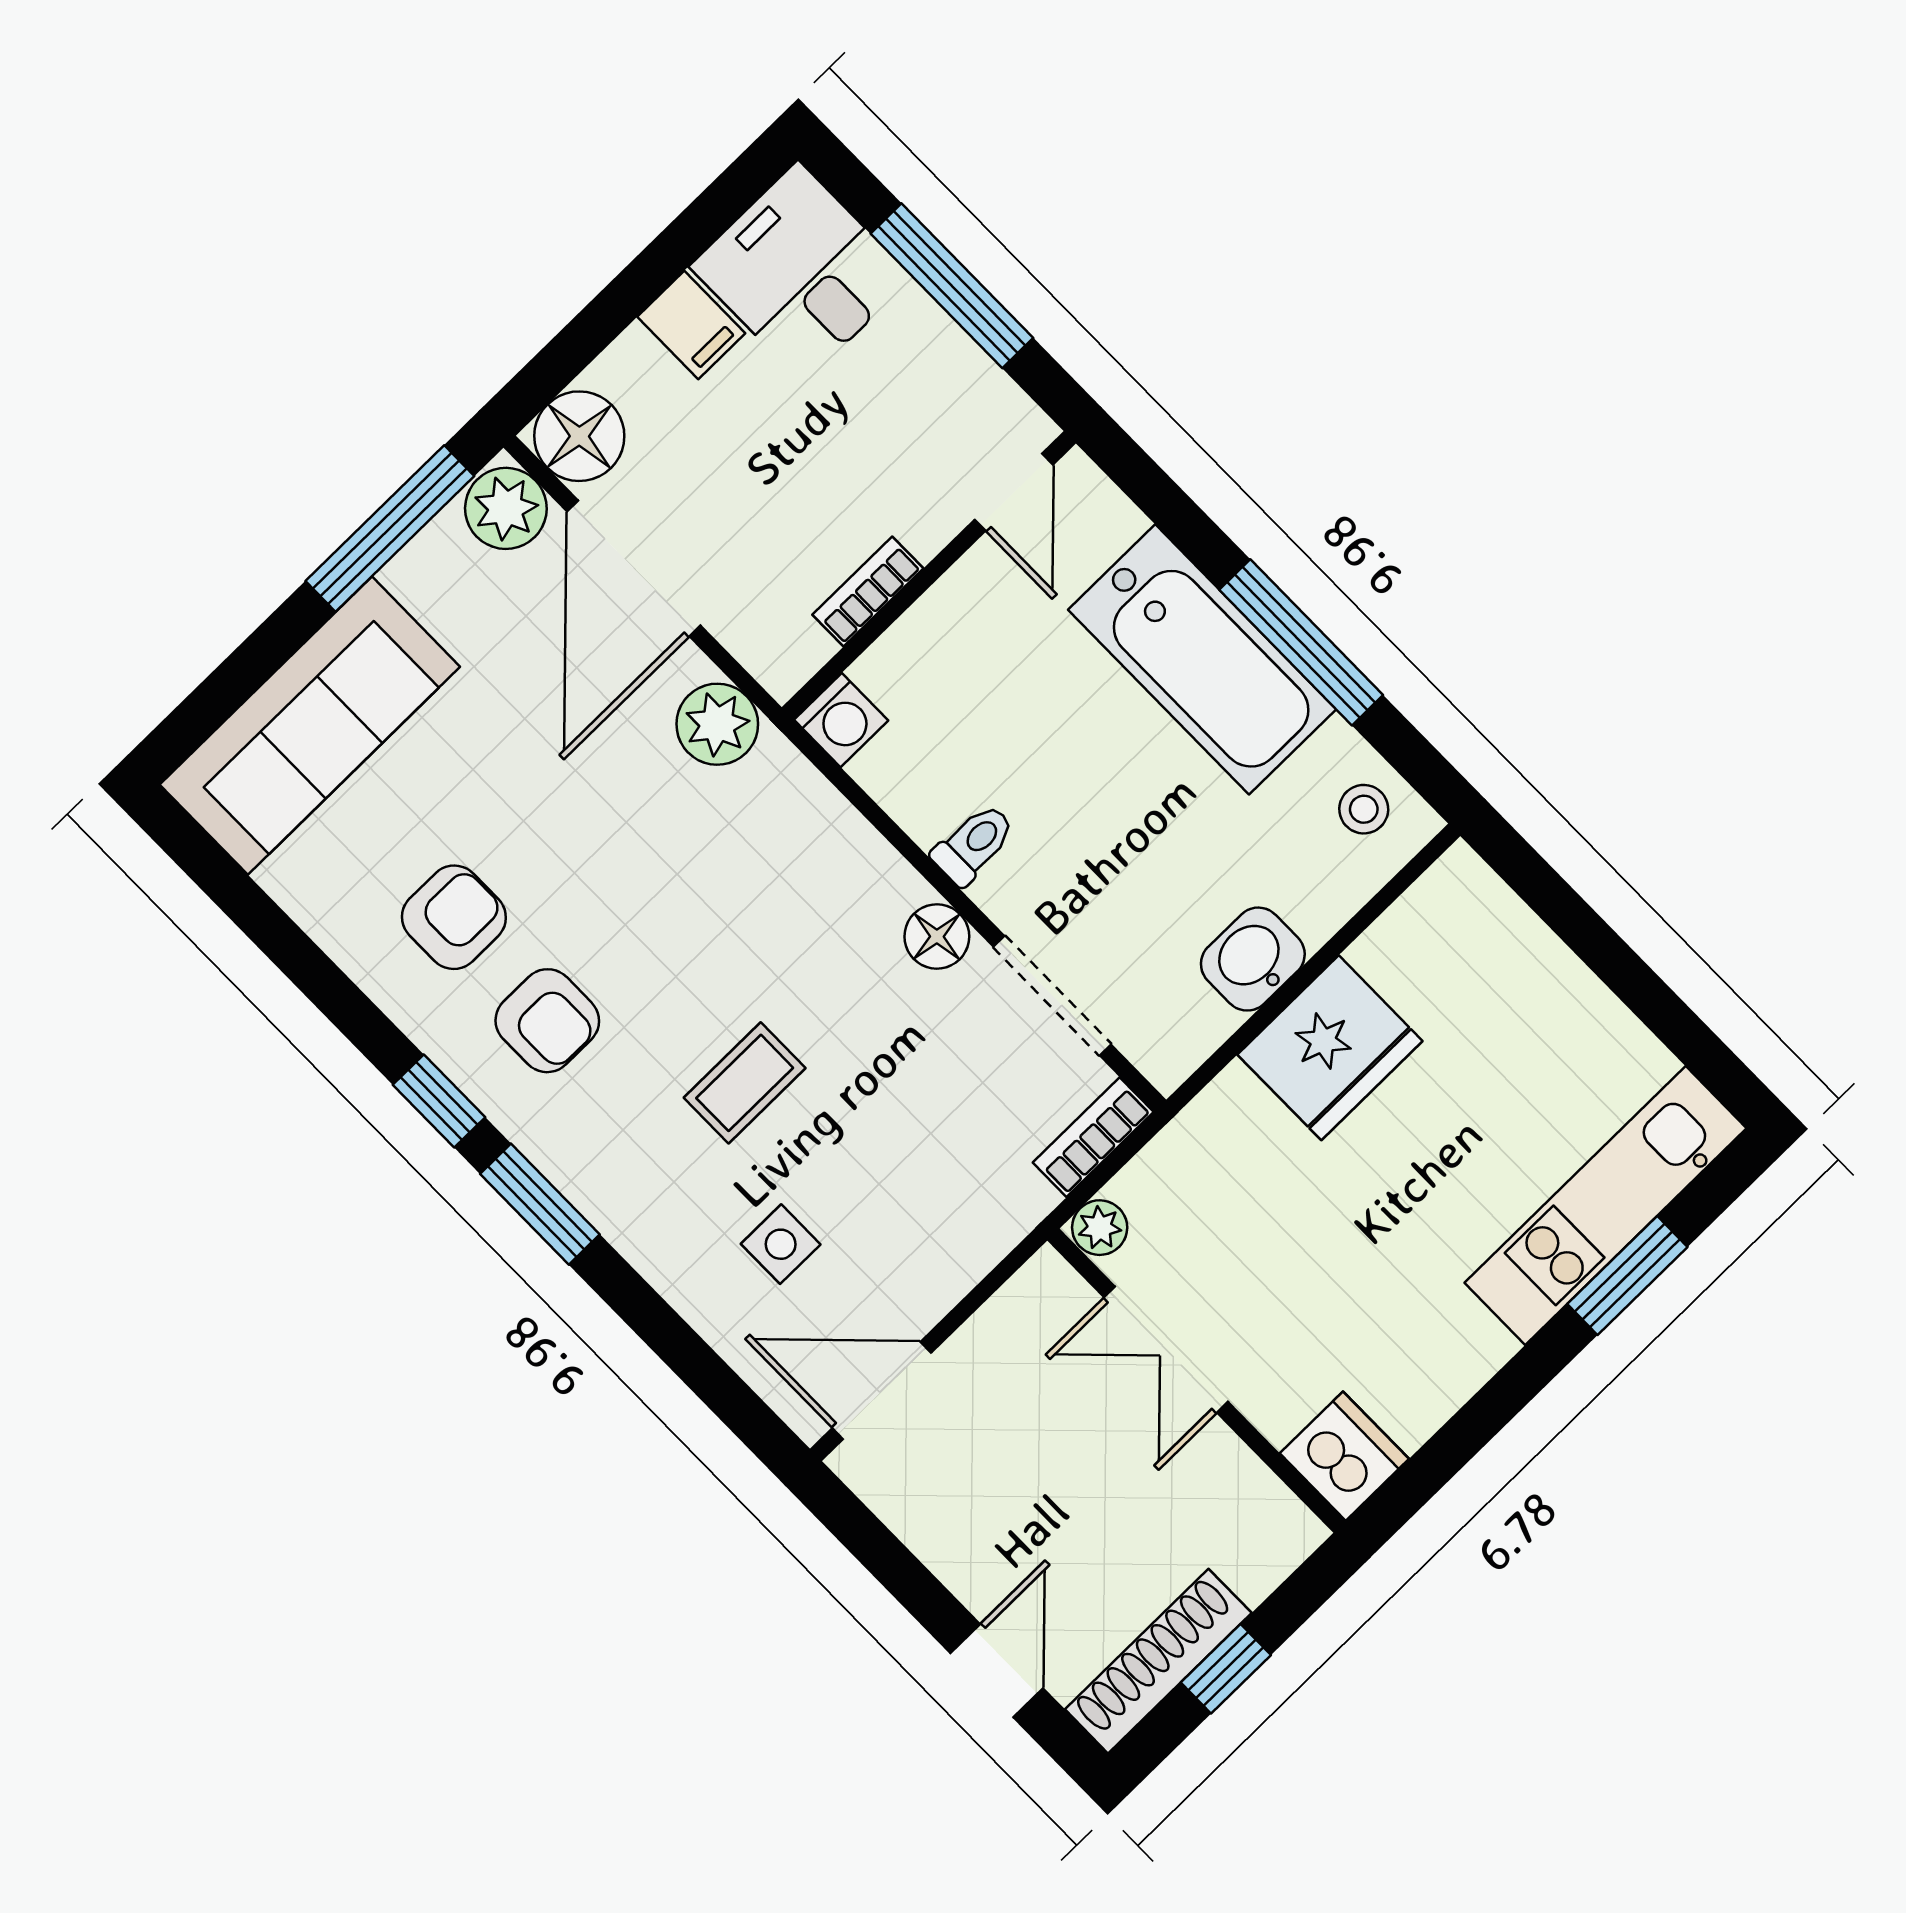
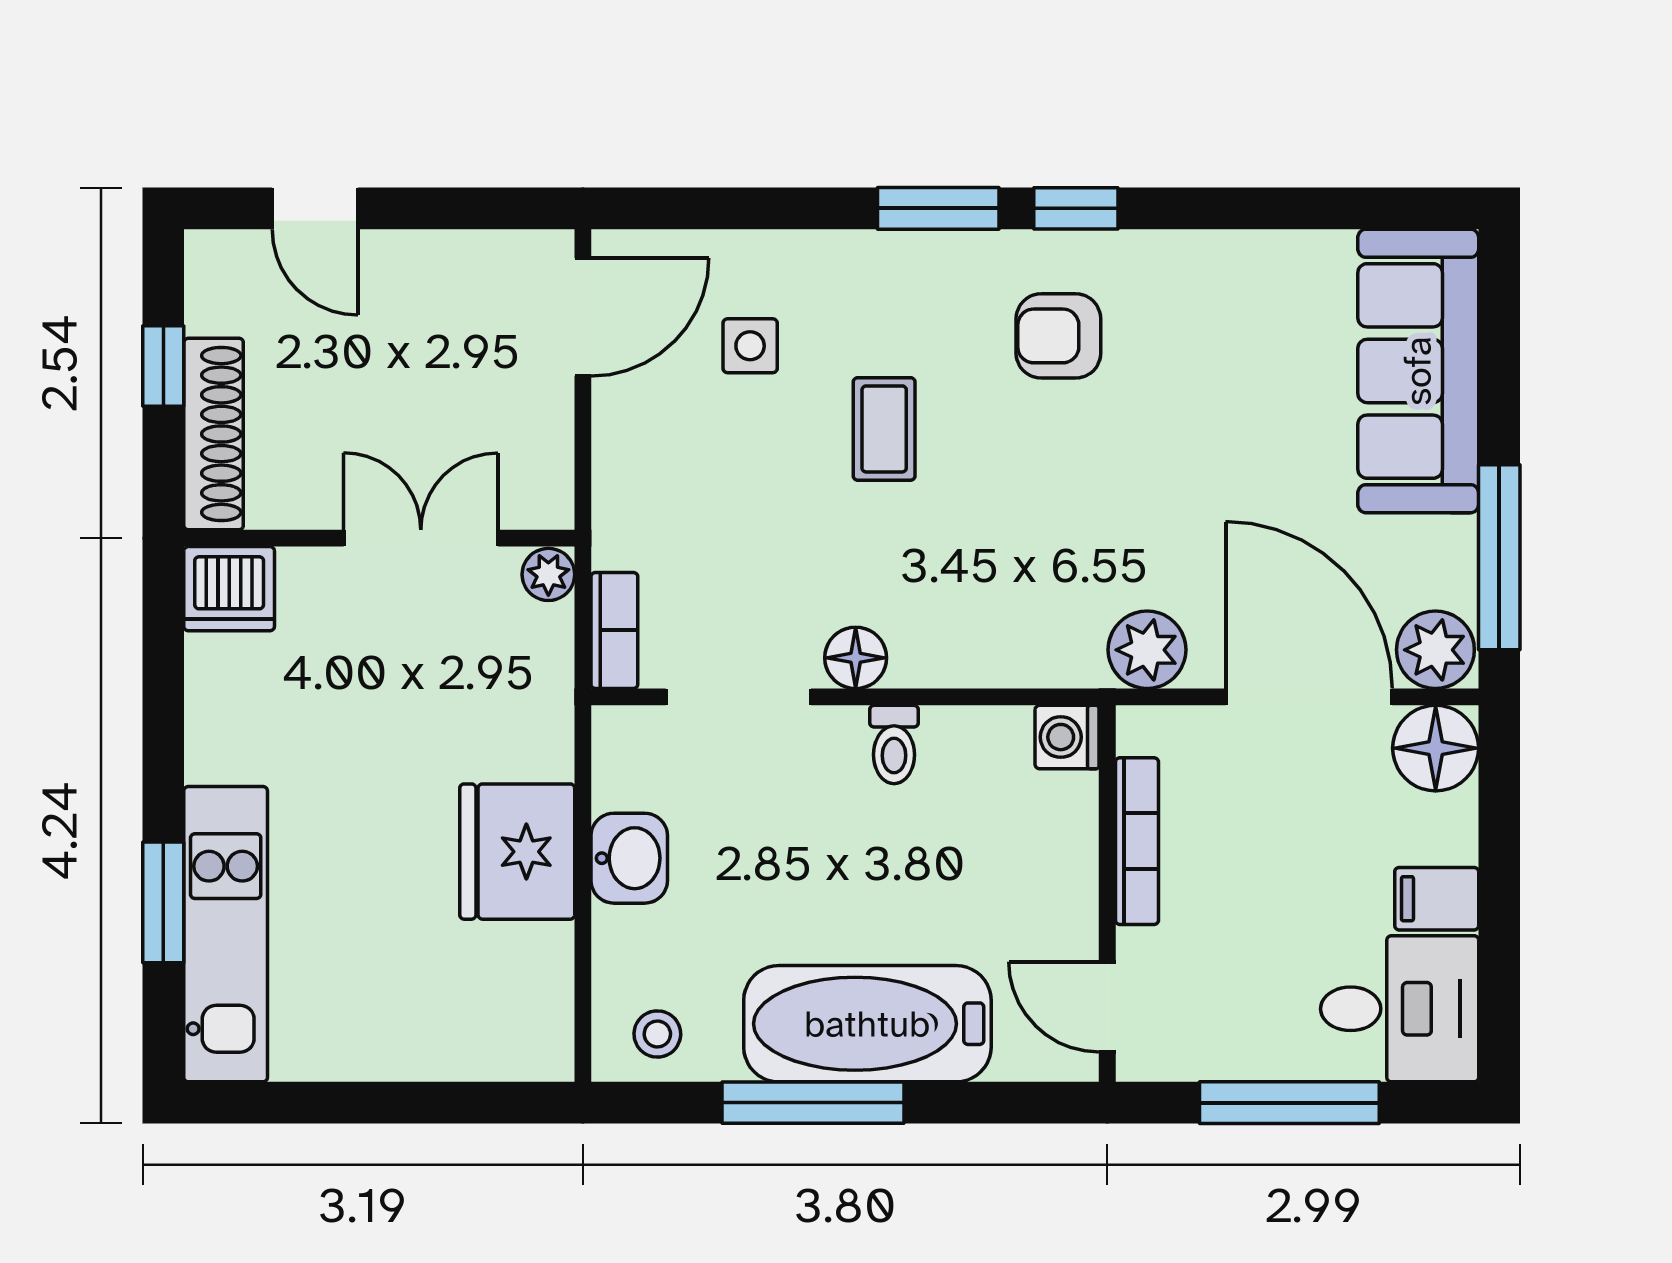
bookcase: (868, 592) -> (1137, 841), width x1.56
armchair: (454, 917) -> (1191, 341), removed
shoe rack: (1158, 1661) -> (214, 434), moved

